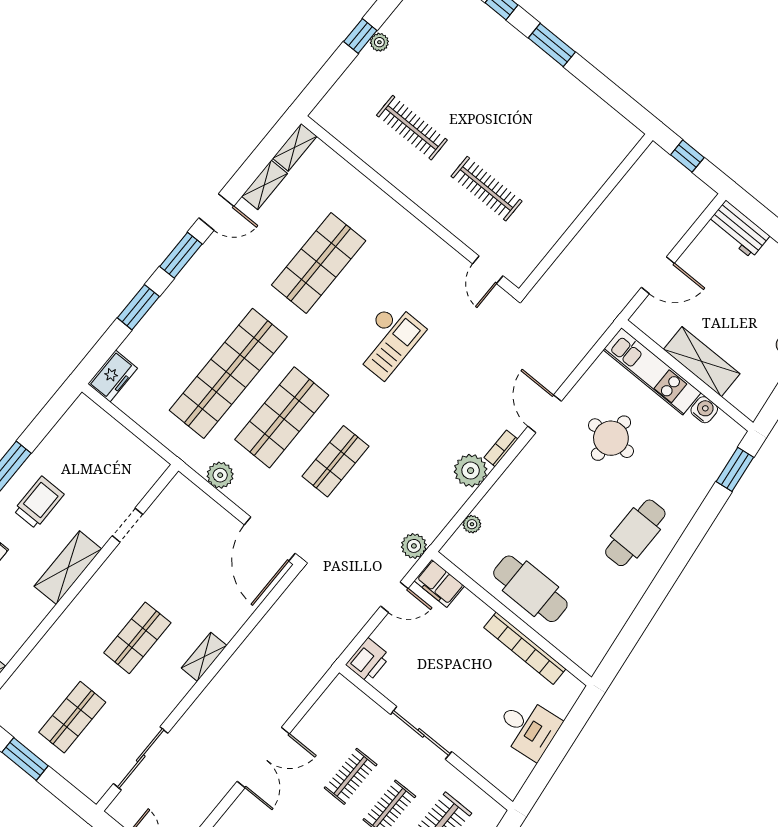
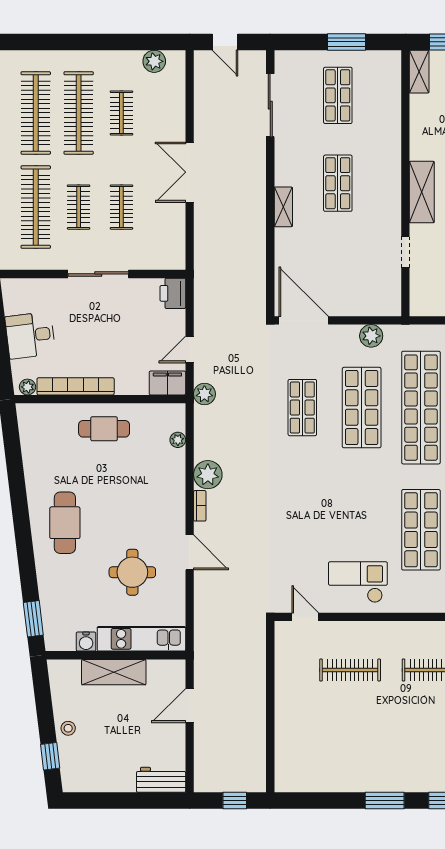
checkout: (387, 340) -> (358, 582), moved, turned 90
cafe table: (530, 589) -> (104, 429), width x0.73, depth x0.74
plant: (569, 683) -> (27, 387), added

